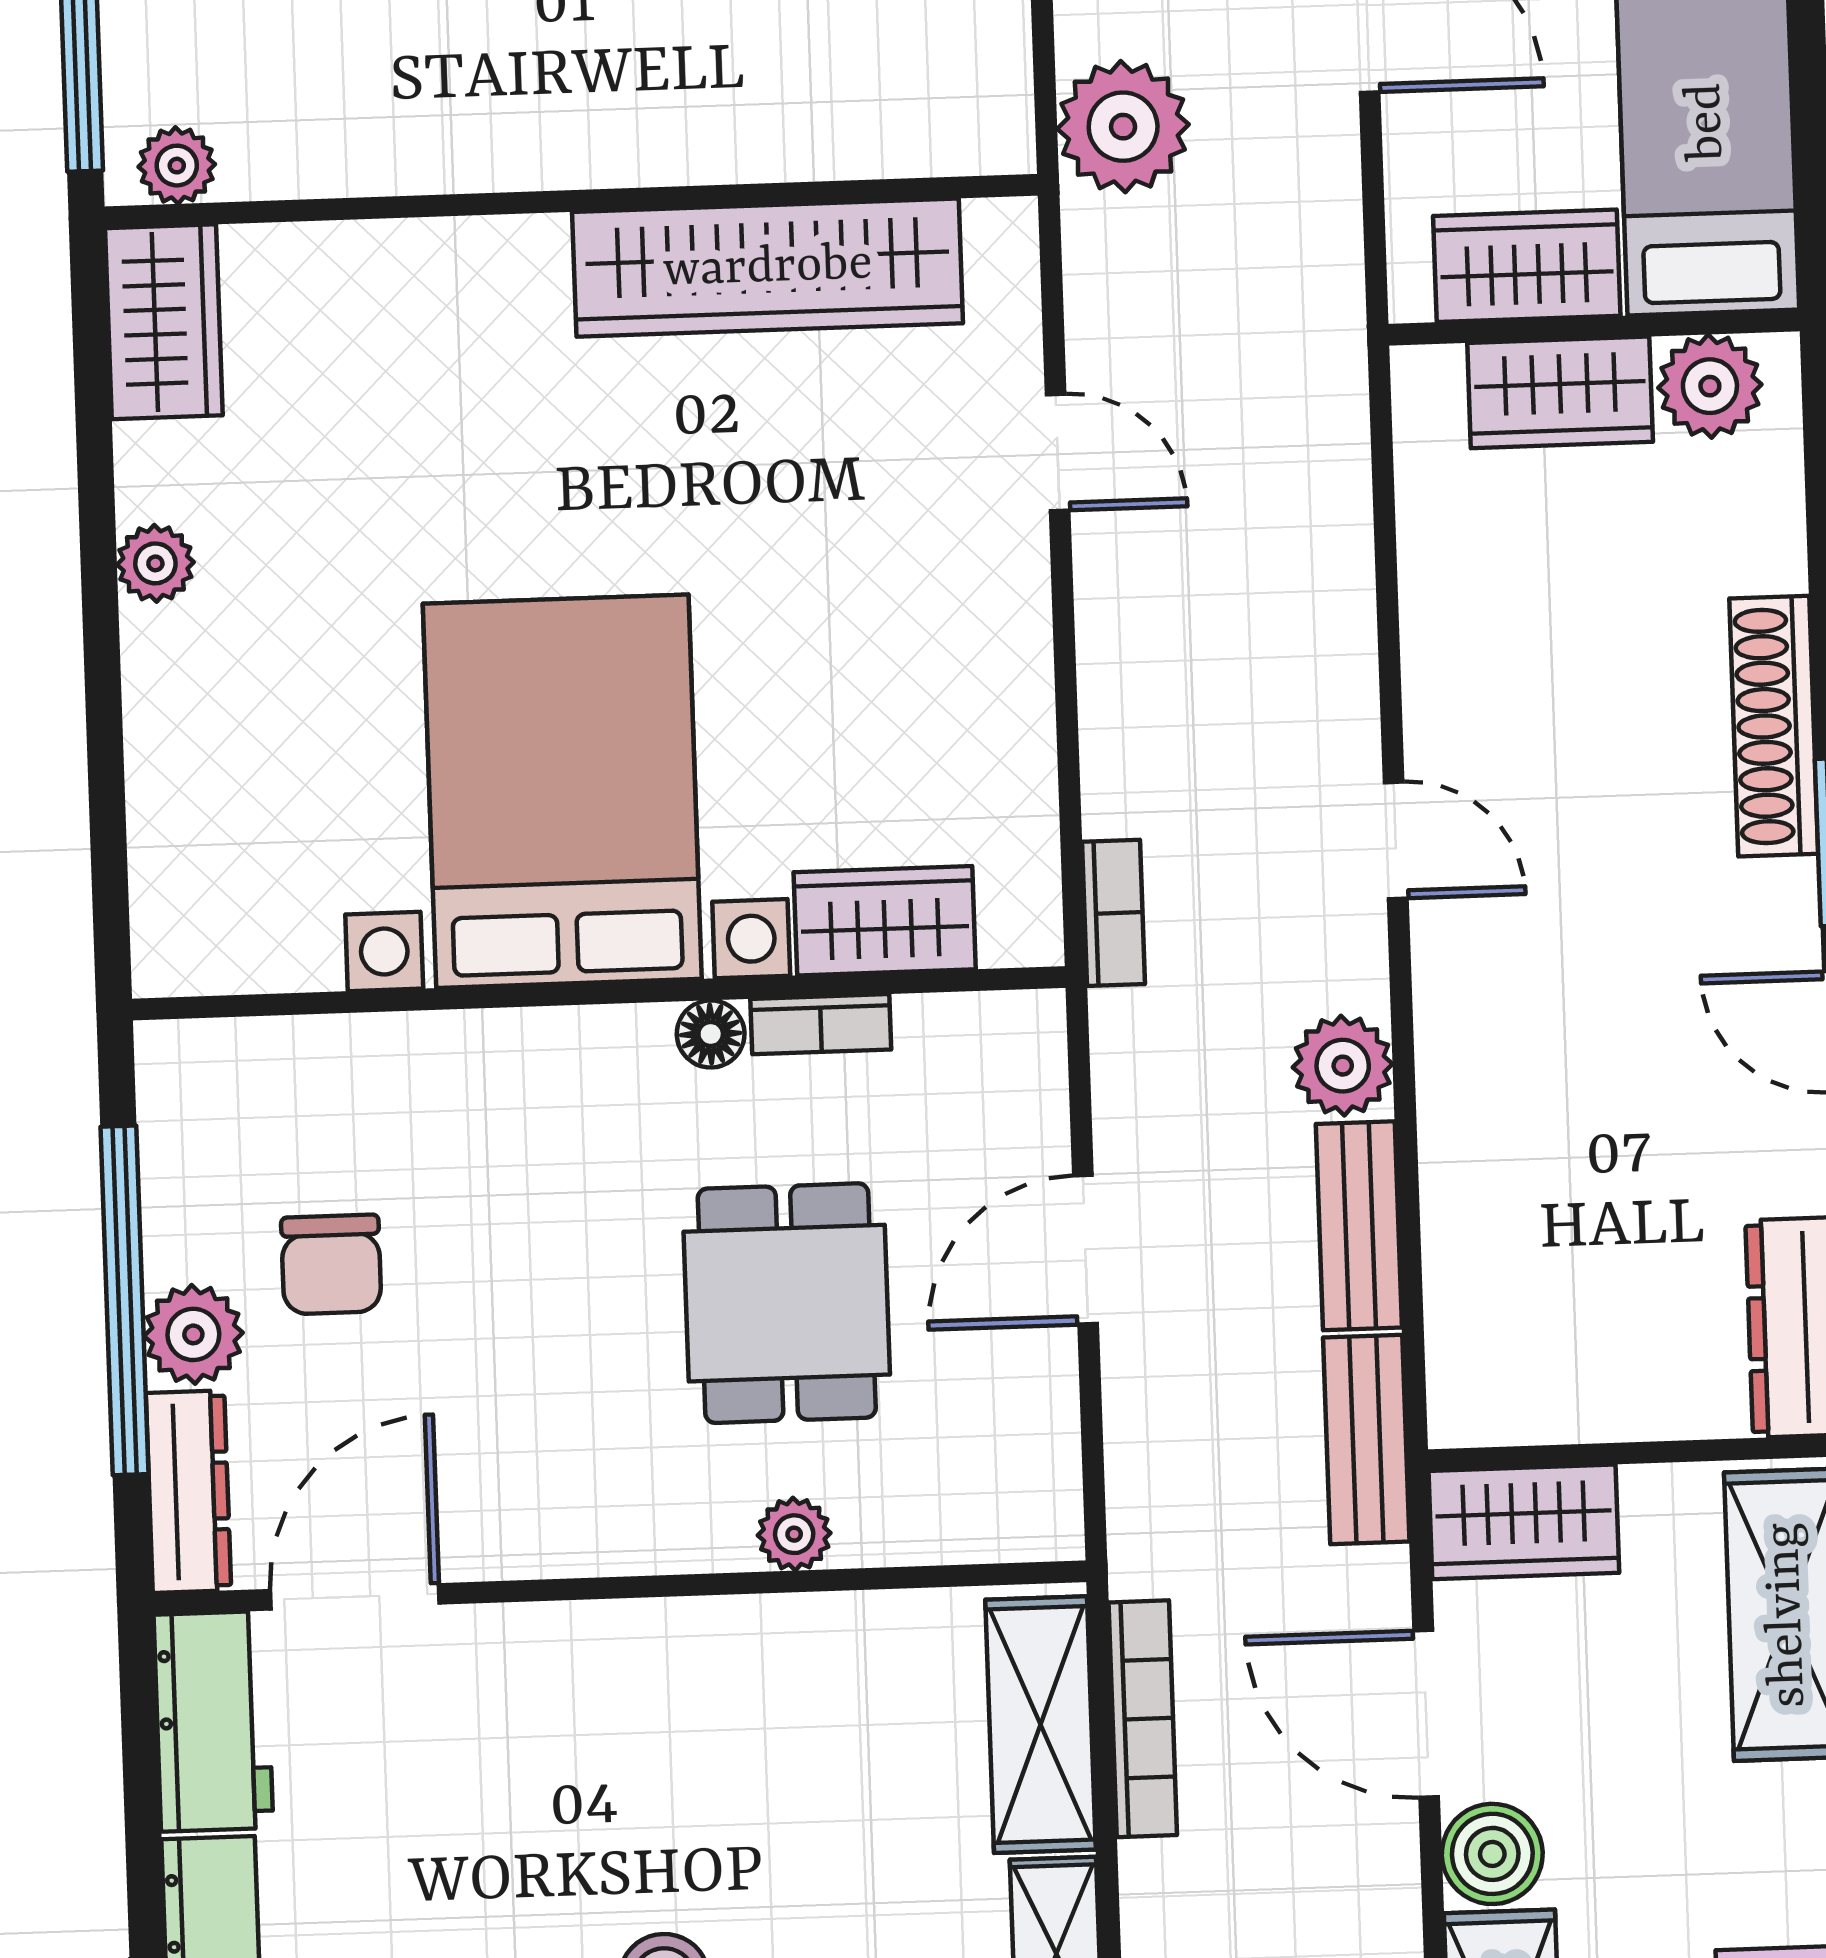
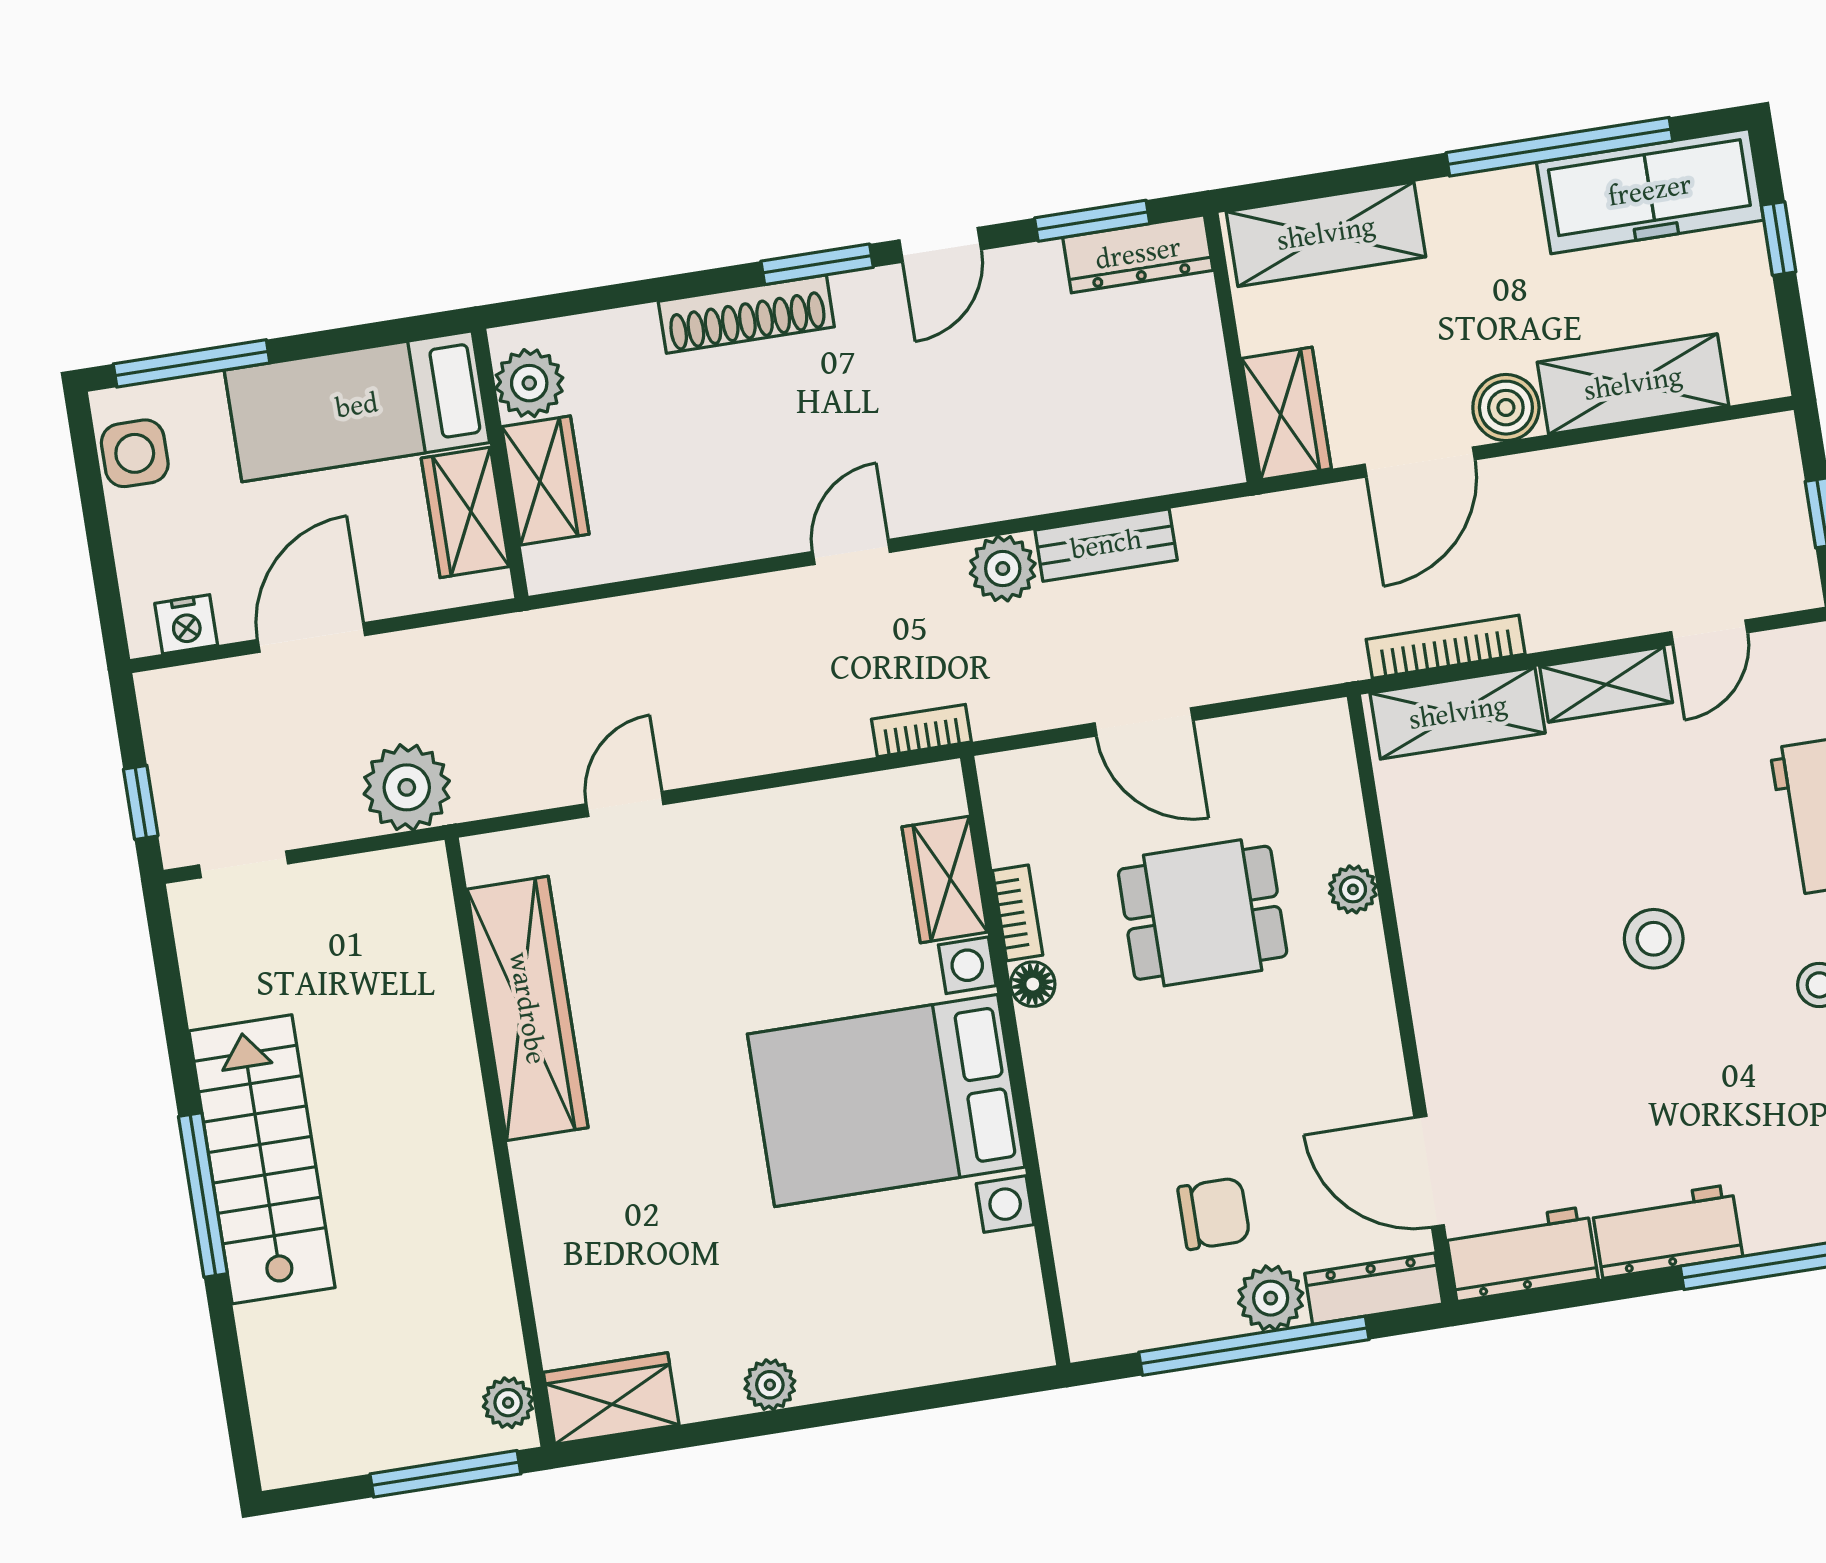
bench: (1366, 1440) -> (1245, 523), removed

